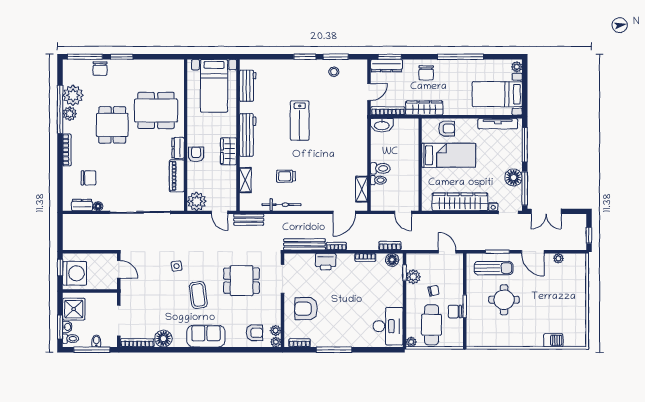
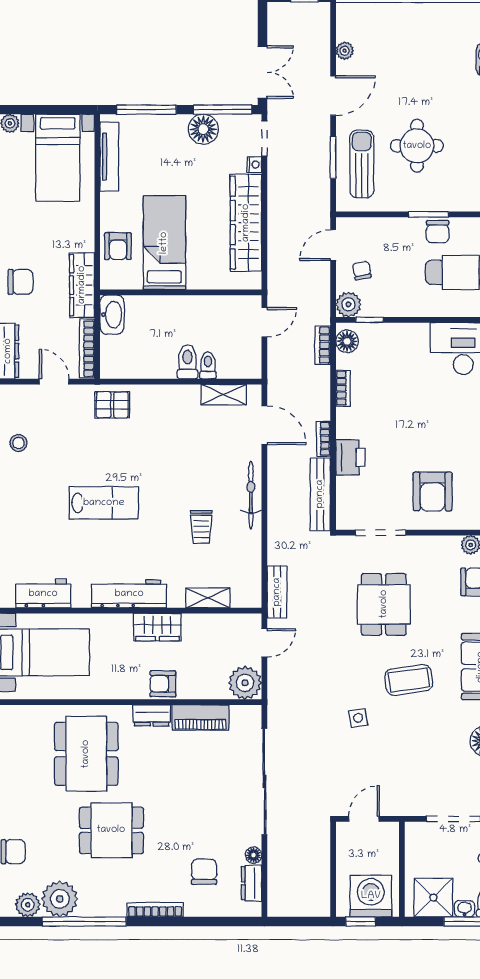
plant: (70, 114) -> (28, 905), moved
pallet: (356, 125) -> (112, 405), added
washbasin: (382, 125) -> (112, 315), moved
armchair: (447, 129) -> (118, 246), turned 180
bicycle: (282, 205) -> (251, 495), moved
plant: (413, 277) -> (348, 304), moved
chair: (434, 291) -> (362, 271), moved

